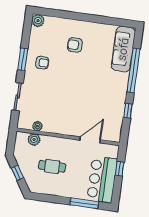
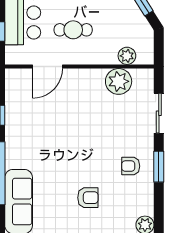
plant: (37, 126) -> (119, 81), width x1.88, depth x1.88
cafe table: (52, 166) -> (73, 30), moved

